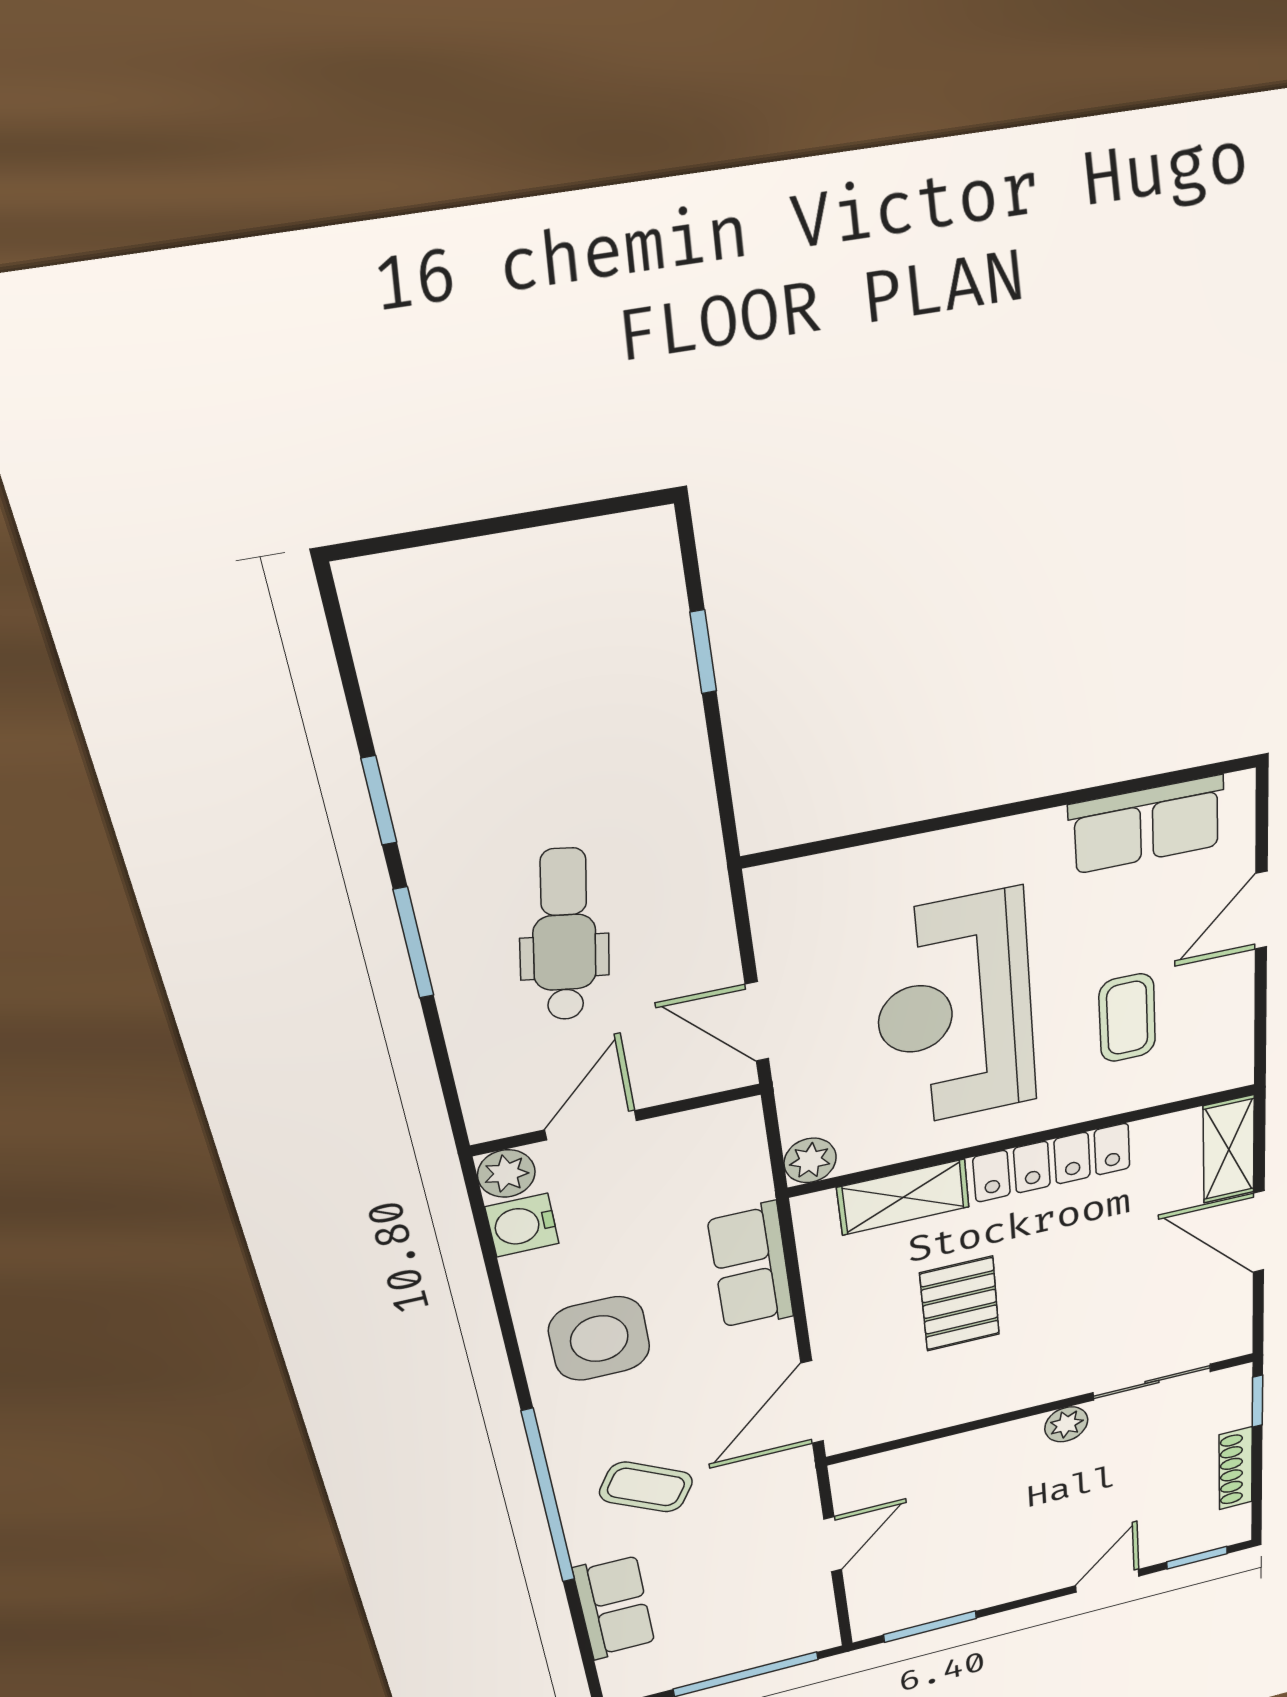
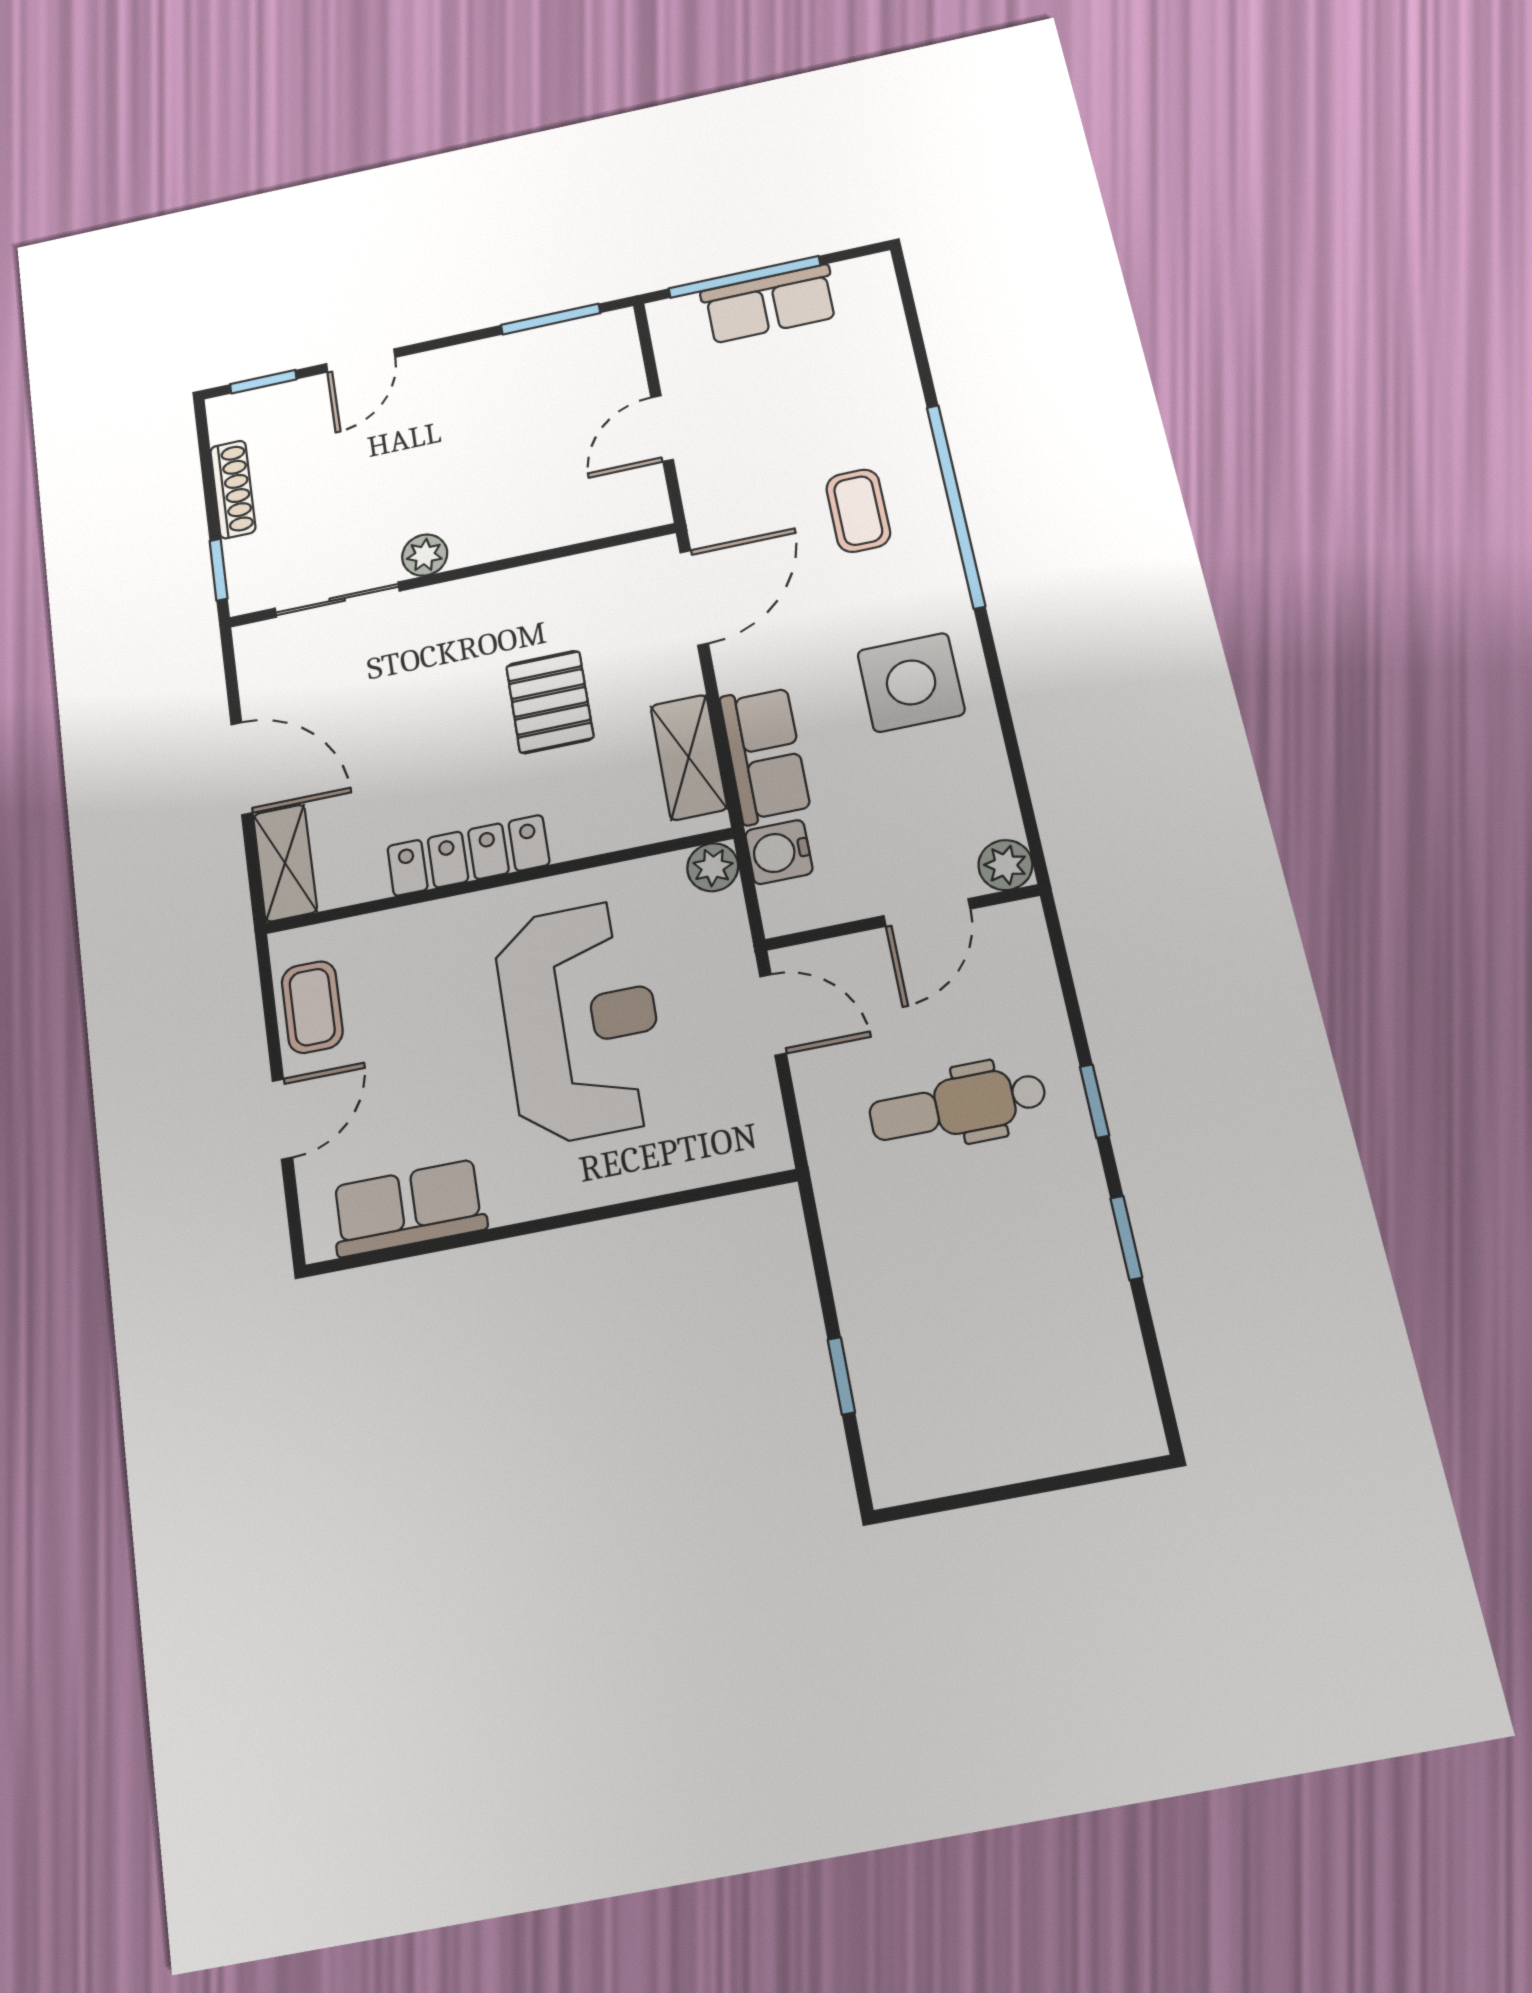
dental chair: (564, 935) -> (958, 1106), turned 81
window: (414, 943) -> (1094, 1101), width x0.67
coffee table: (1127, 1018) -> (312, 1007), moved
shelving: (903, 1197) -> (689, 757), moved, turned 90
water cooler: (522, 1225) -> (779, 852), moved, turned 180
coffee table: (646, 1487) -> (858, 511), turned 60
row of seats: (614, 1607) -> (769, 304), moved, turned -90

